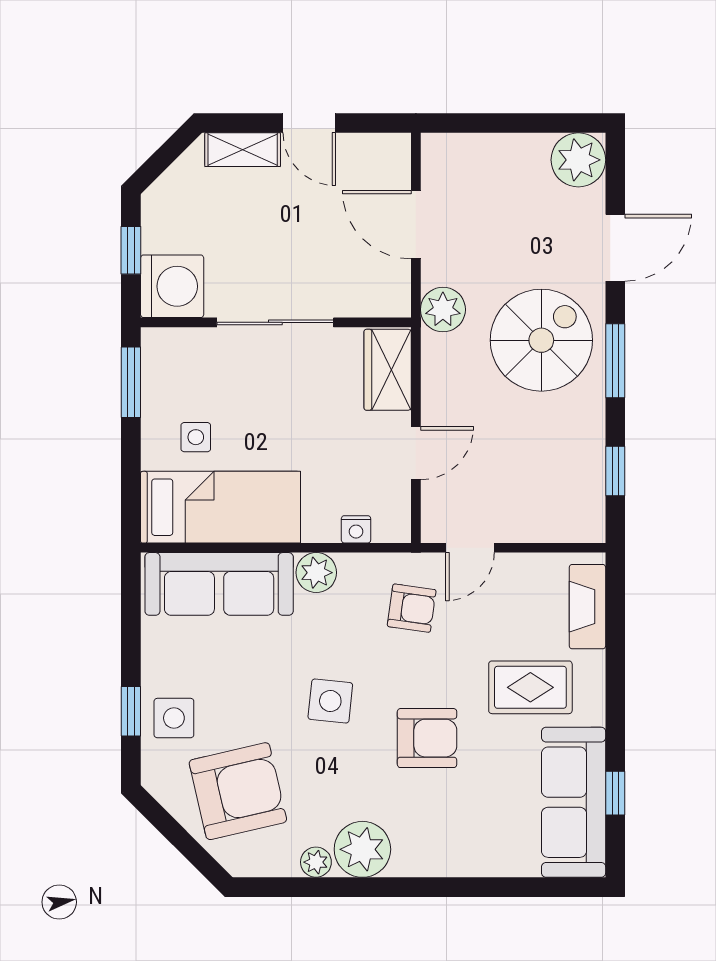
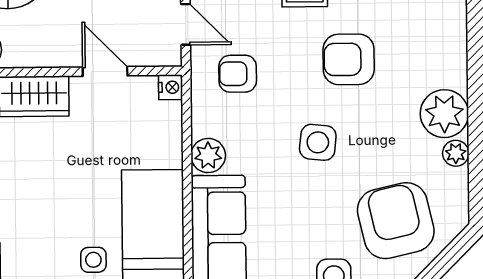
nightstand: (356, 529) -> (170, 87), moved
armchair: (412, 608) -> (238, 74), turned -98
armchair: (427, 738) -> (349, 59), turned -90

